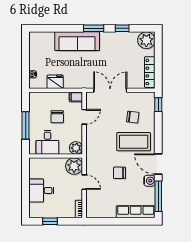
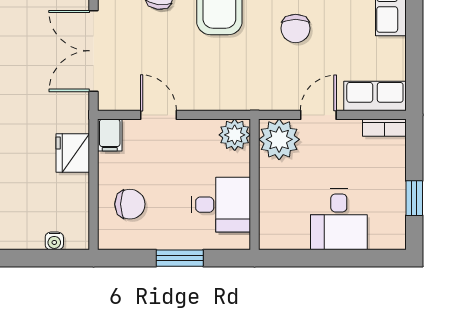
fridge: (55, 82) -> (73, 153), moved
chair: (57, 117) -> (130, 204), moved
window: (26, 125) -> (180, 258), width x0.69
row of seats: (92, 205) -> (375, 96), added

